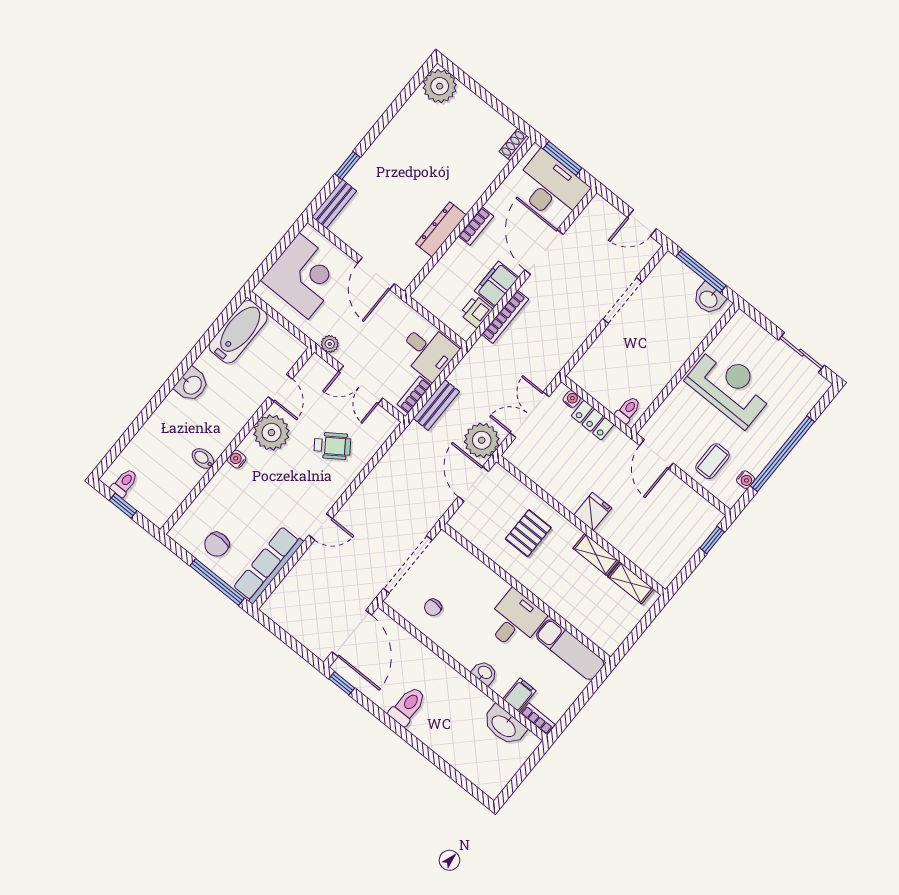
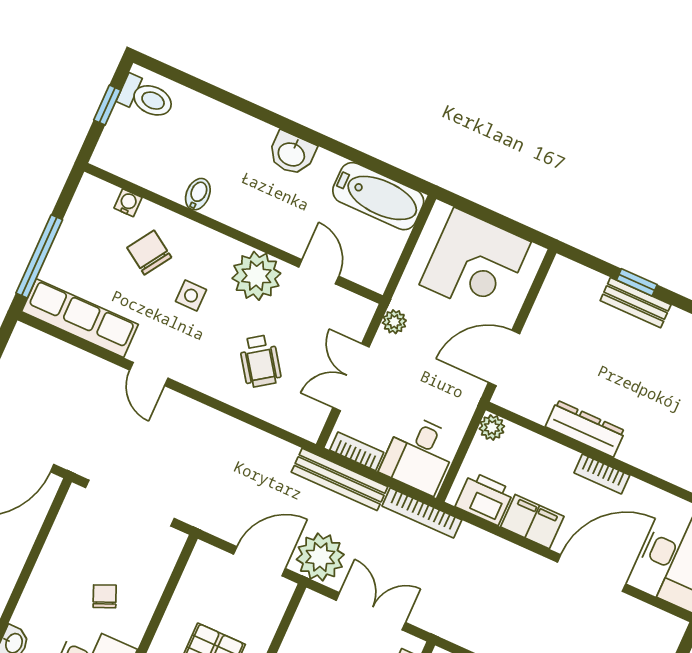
bench: (334, 204) -> (636, 303), moved
plant: (423, 295) -> (492, 427), added
printer: (476, 312) -> (485, 498), width x1.36, depth x1.24
bookcase: (505, 317) -> (422, 513), moved
door: (280, 388) -> (319, 272), swing flipped
bench: (436, 405) -> (340, 479), width x1.36
water cooler: (237, 459) -> (128, 203), moved
side table: (273, 482) -> (191, 296), added
toilet: (124, 483) -> (146, 98), width x1.37, depth x1.39
chair: (217, 544) -> (149, 253), moved, turned 33
chair: (433, 607) -> (105, 596), moved, turned 64

